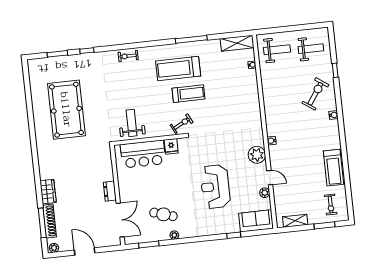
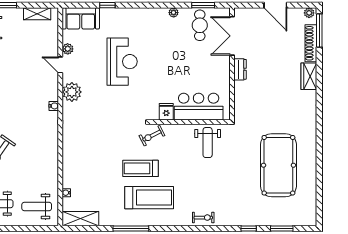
cafe table: (163, 214) -> (200, 25), moved, turned 73
window: (42, 223) -> (319, 30), moved

